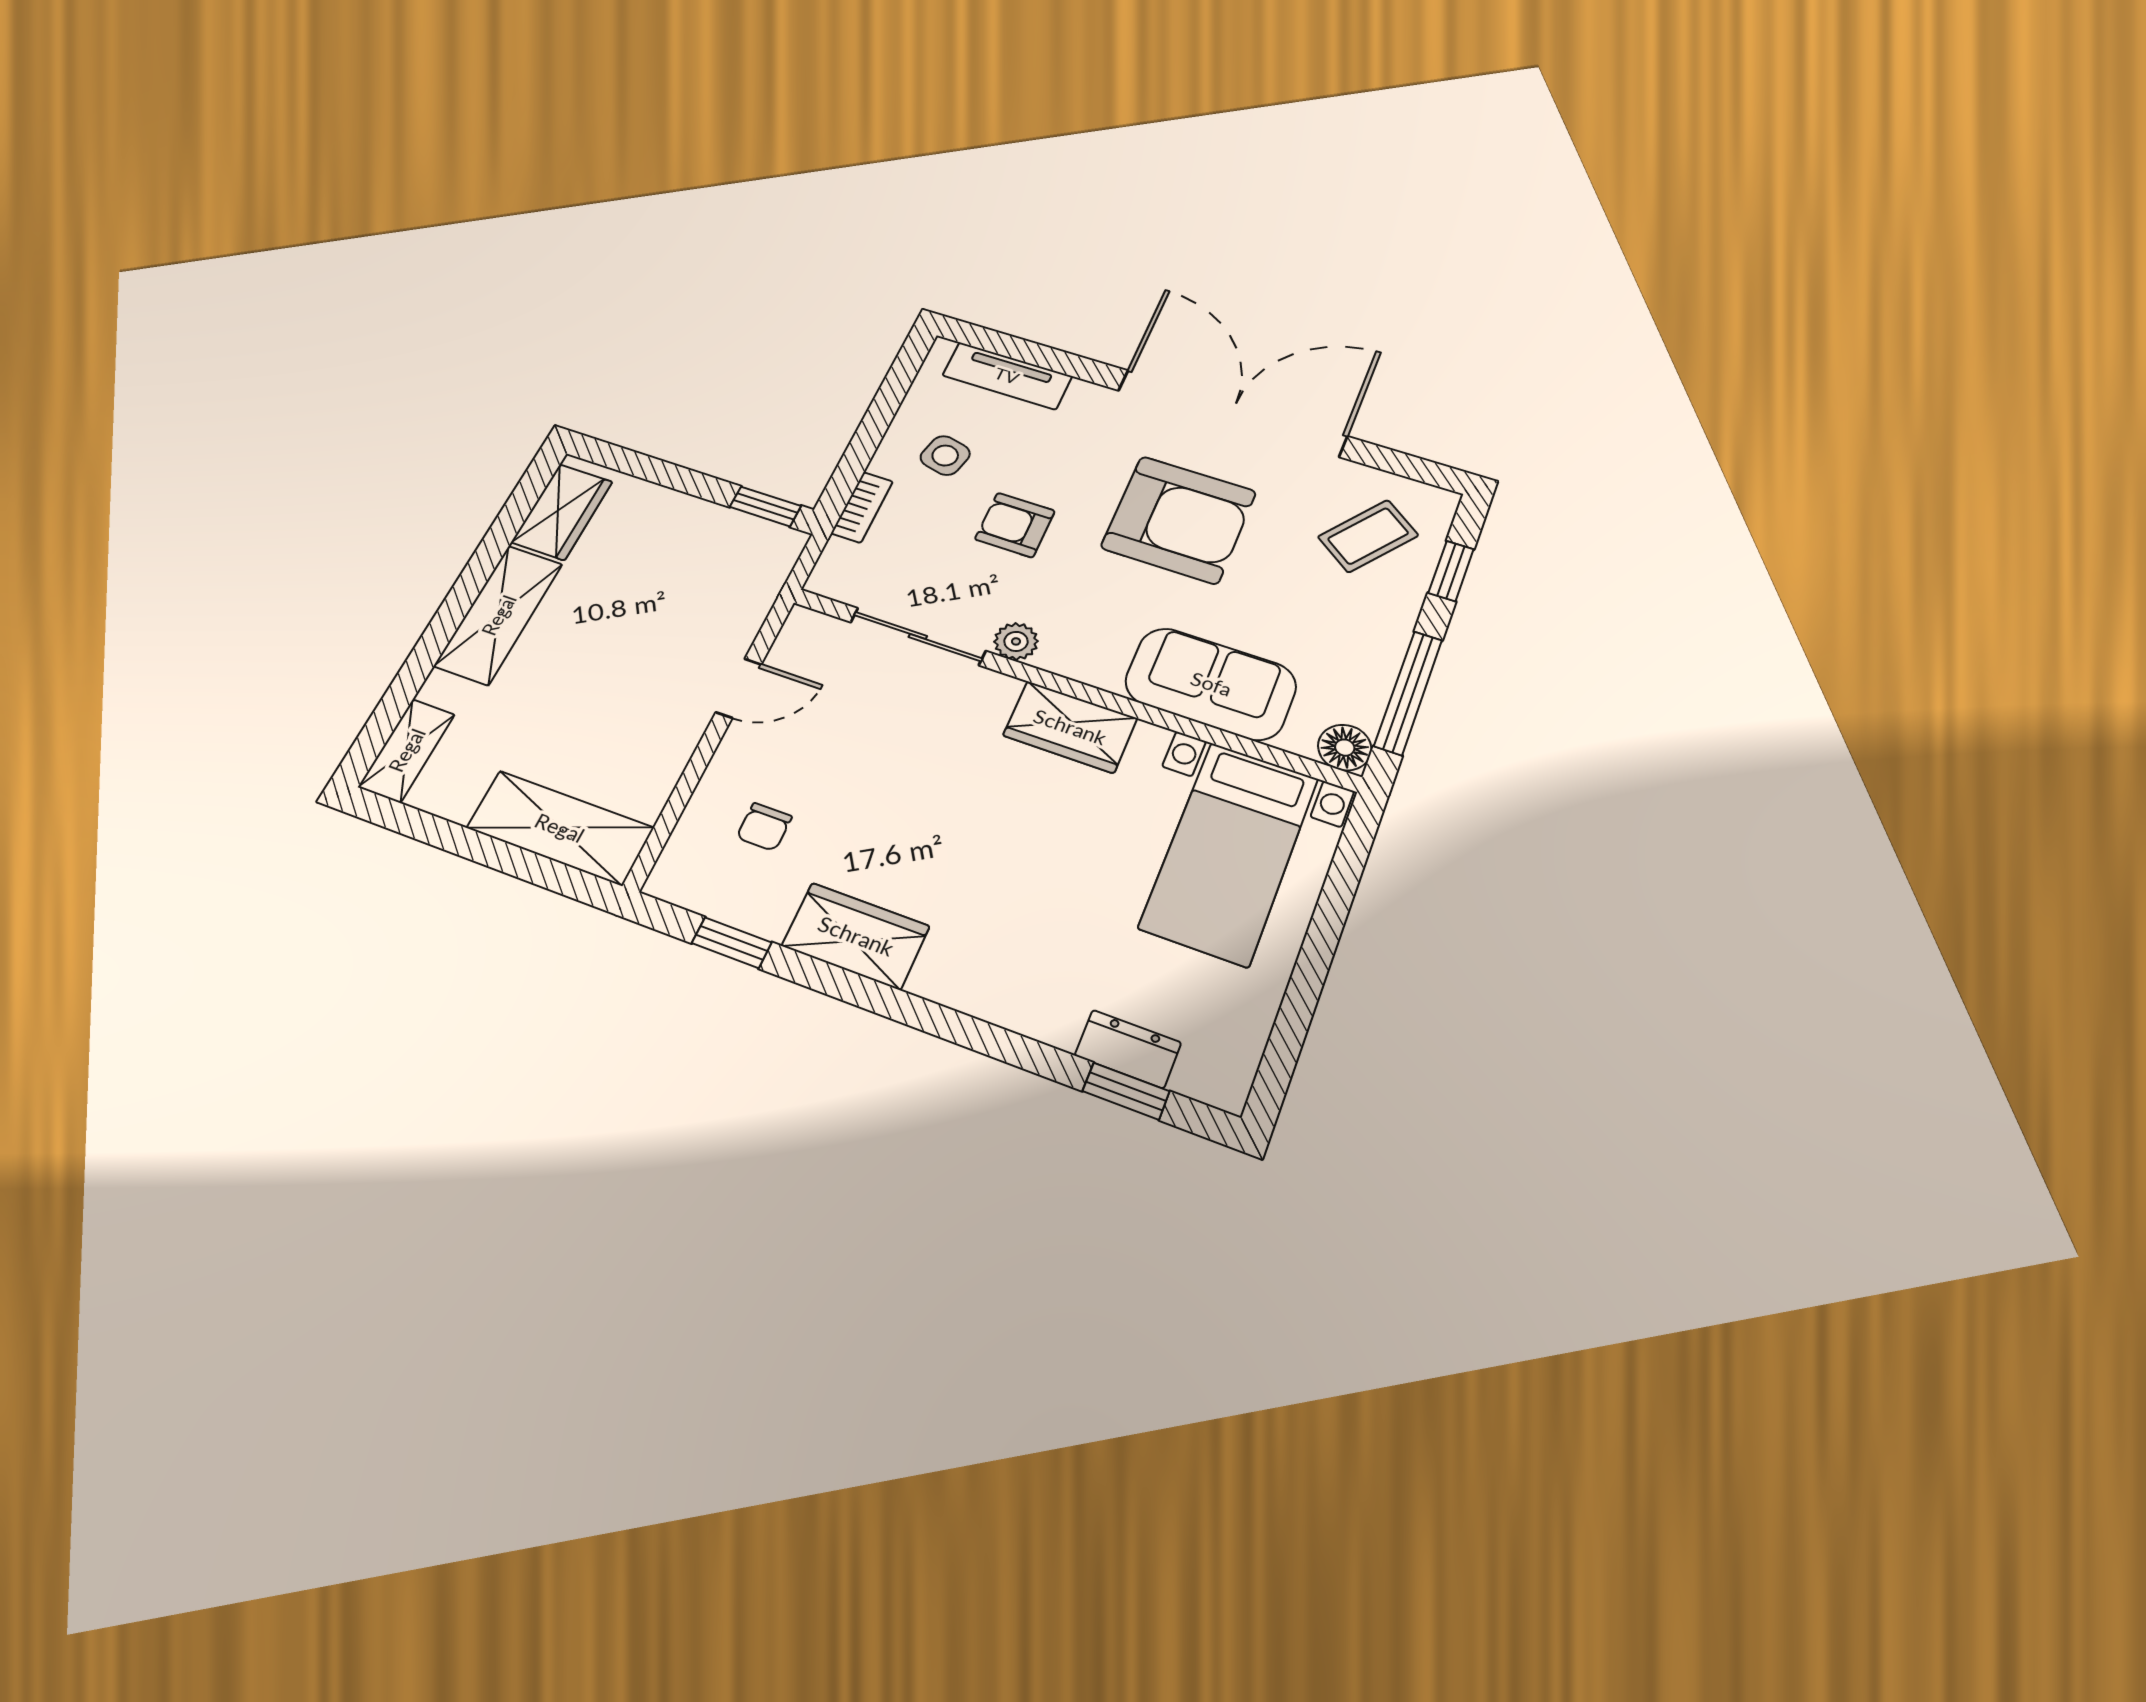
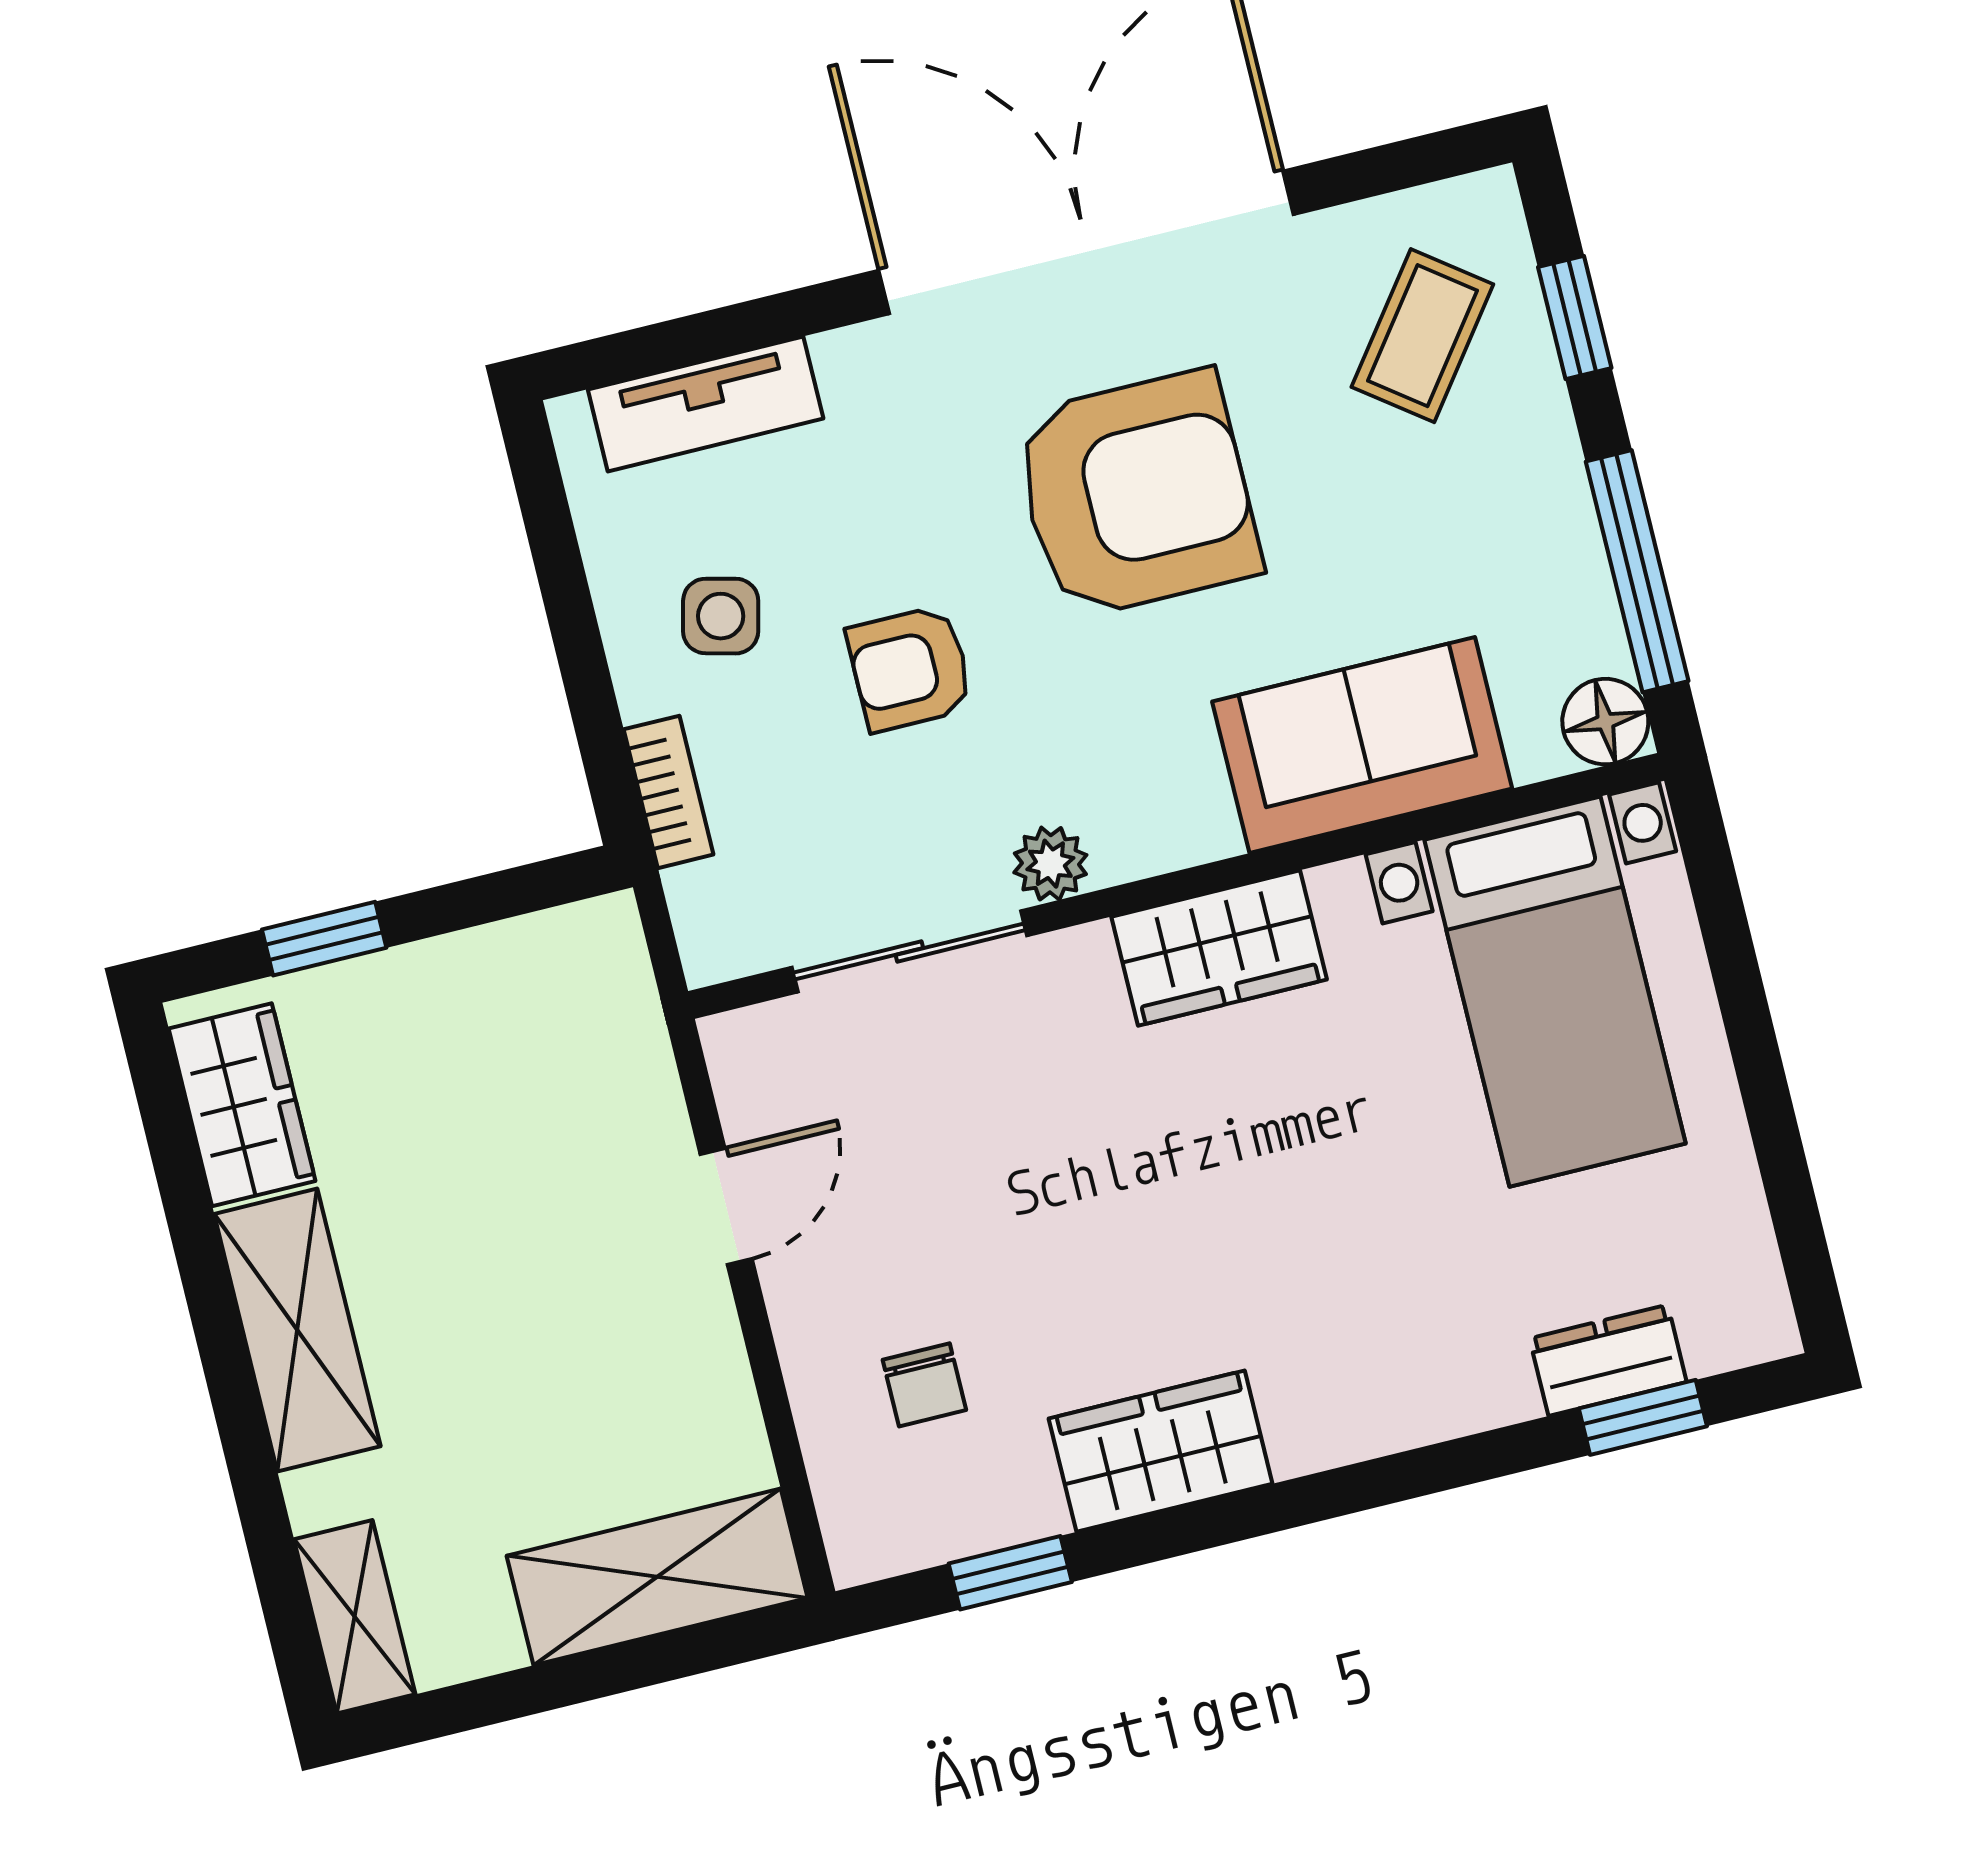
window: (765, 506) -> (324, 939), moved

